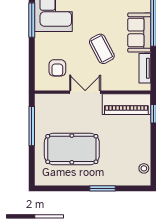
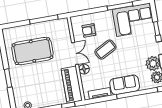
coffee table: (102, 49) -> (105, 50), moved
floor lamp: (108, 84) -> (84, 69), added
pool table: (72, 149) -> (32, 51), turned 90

